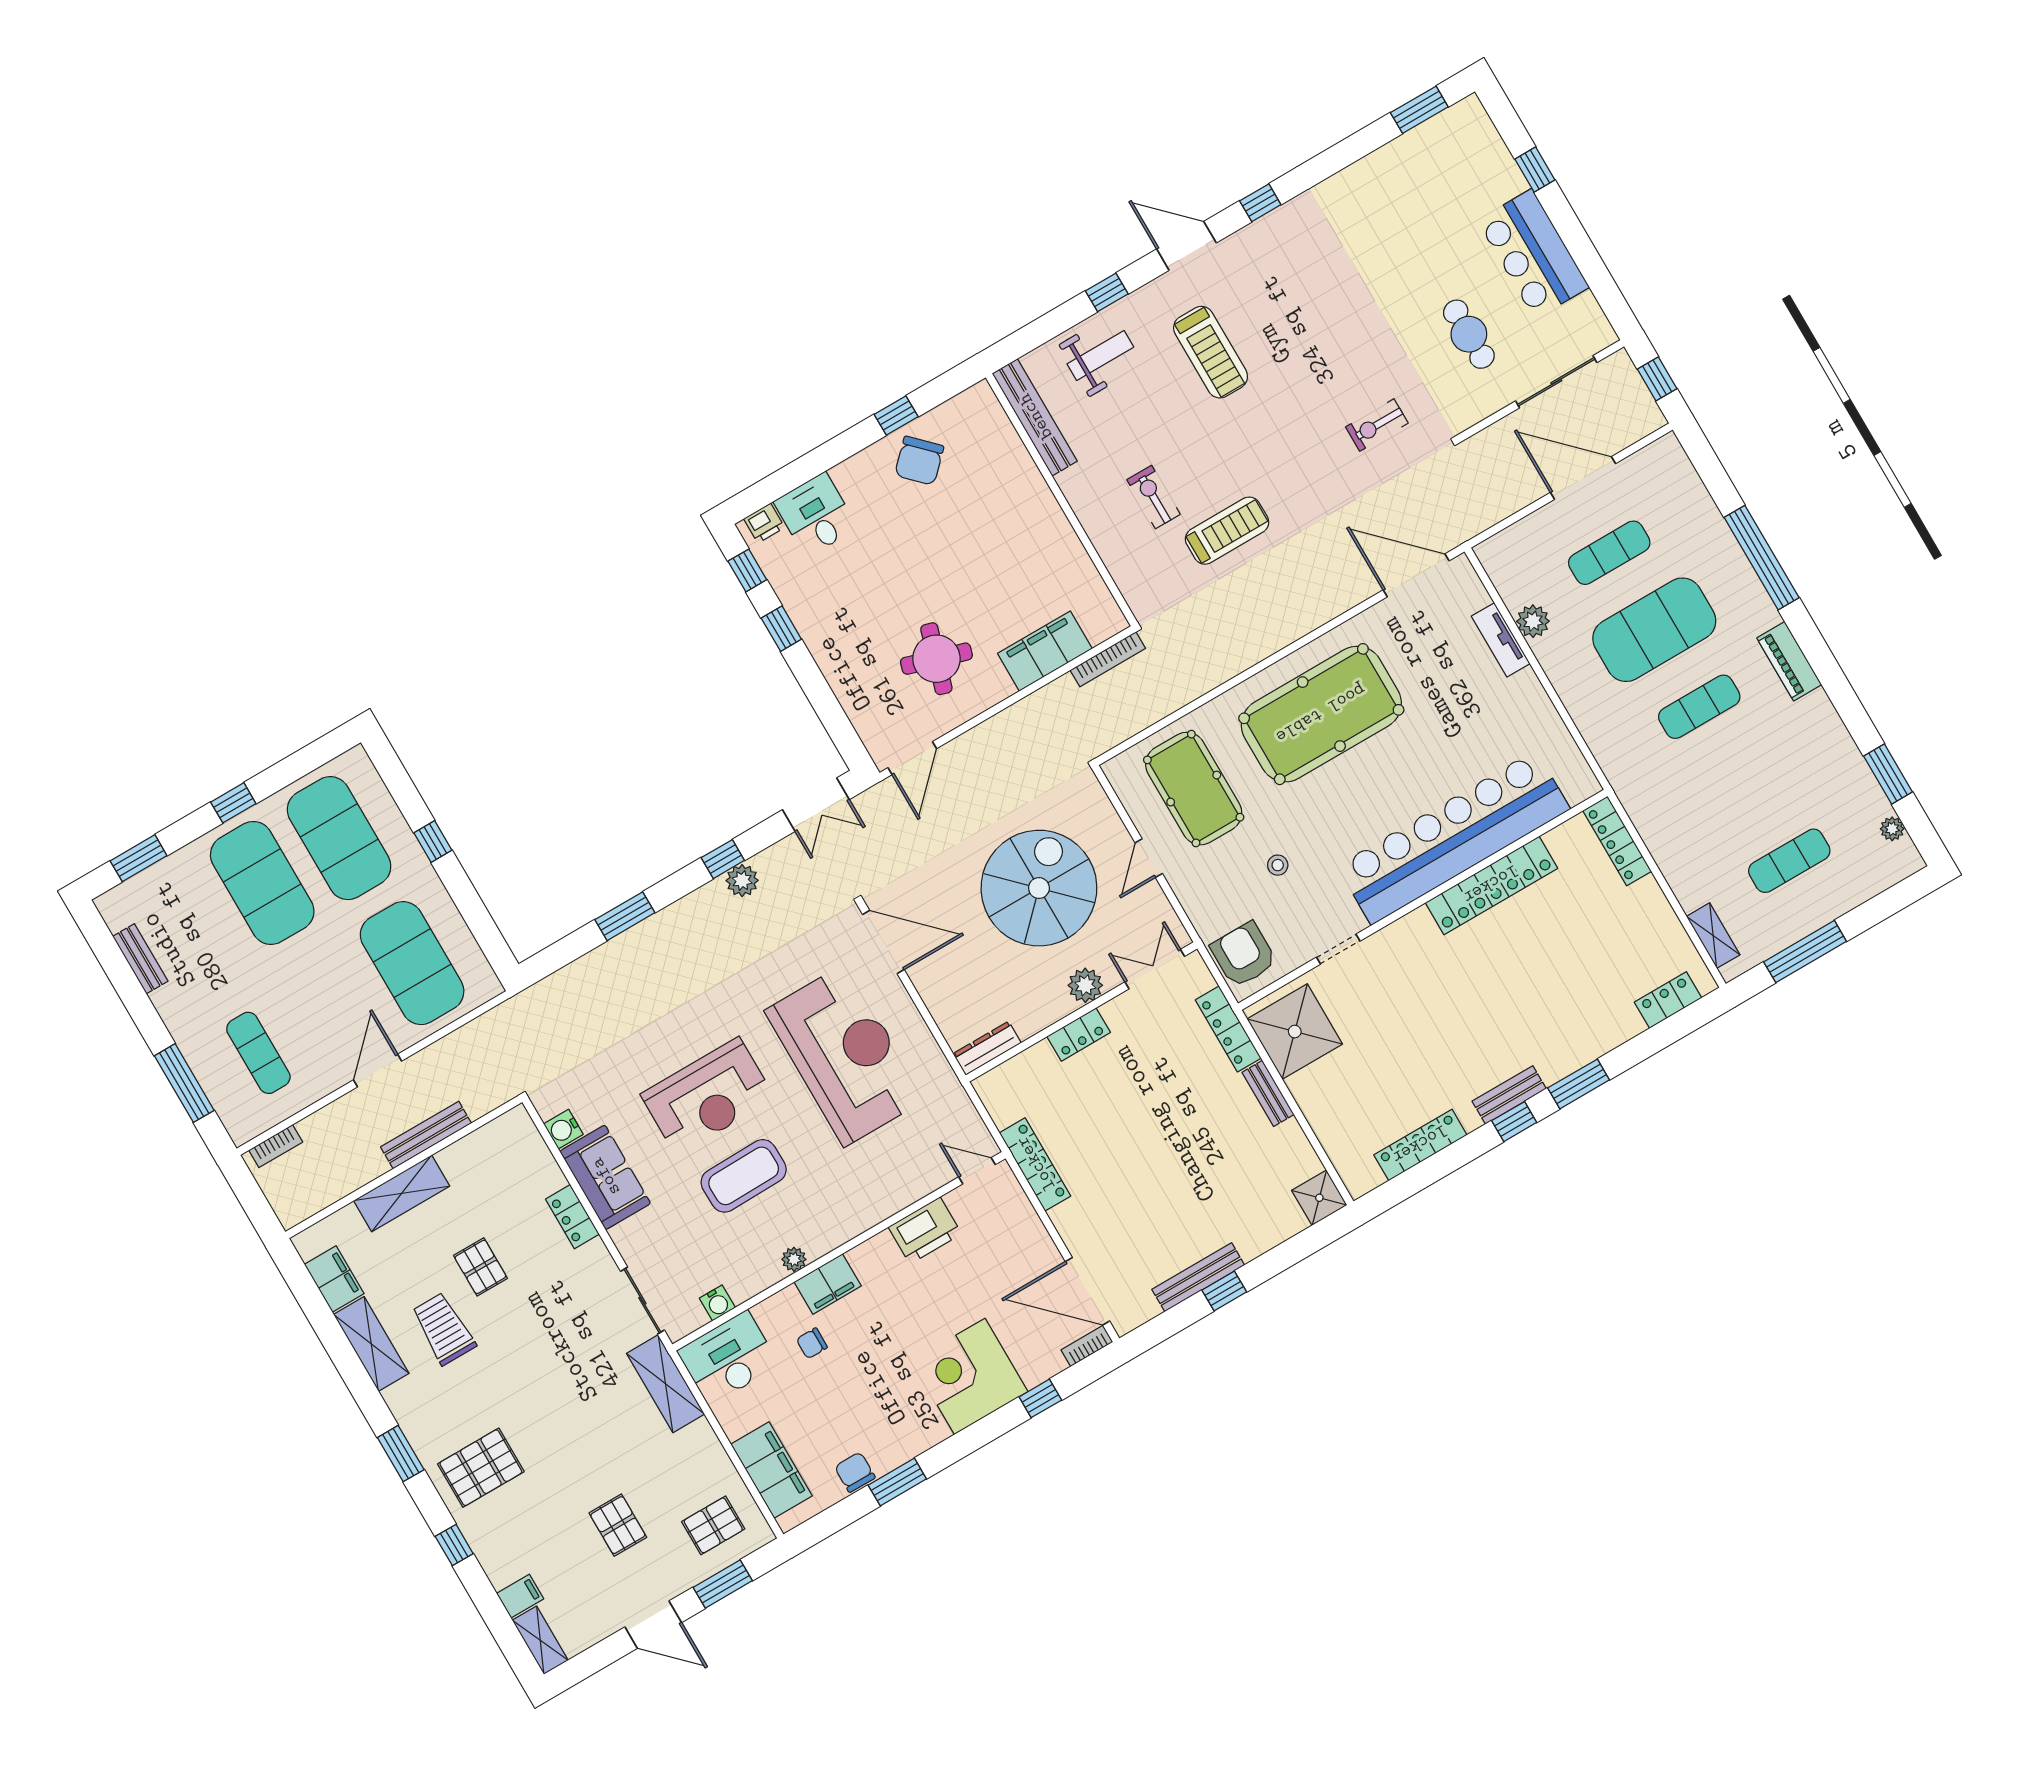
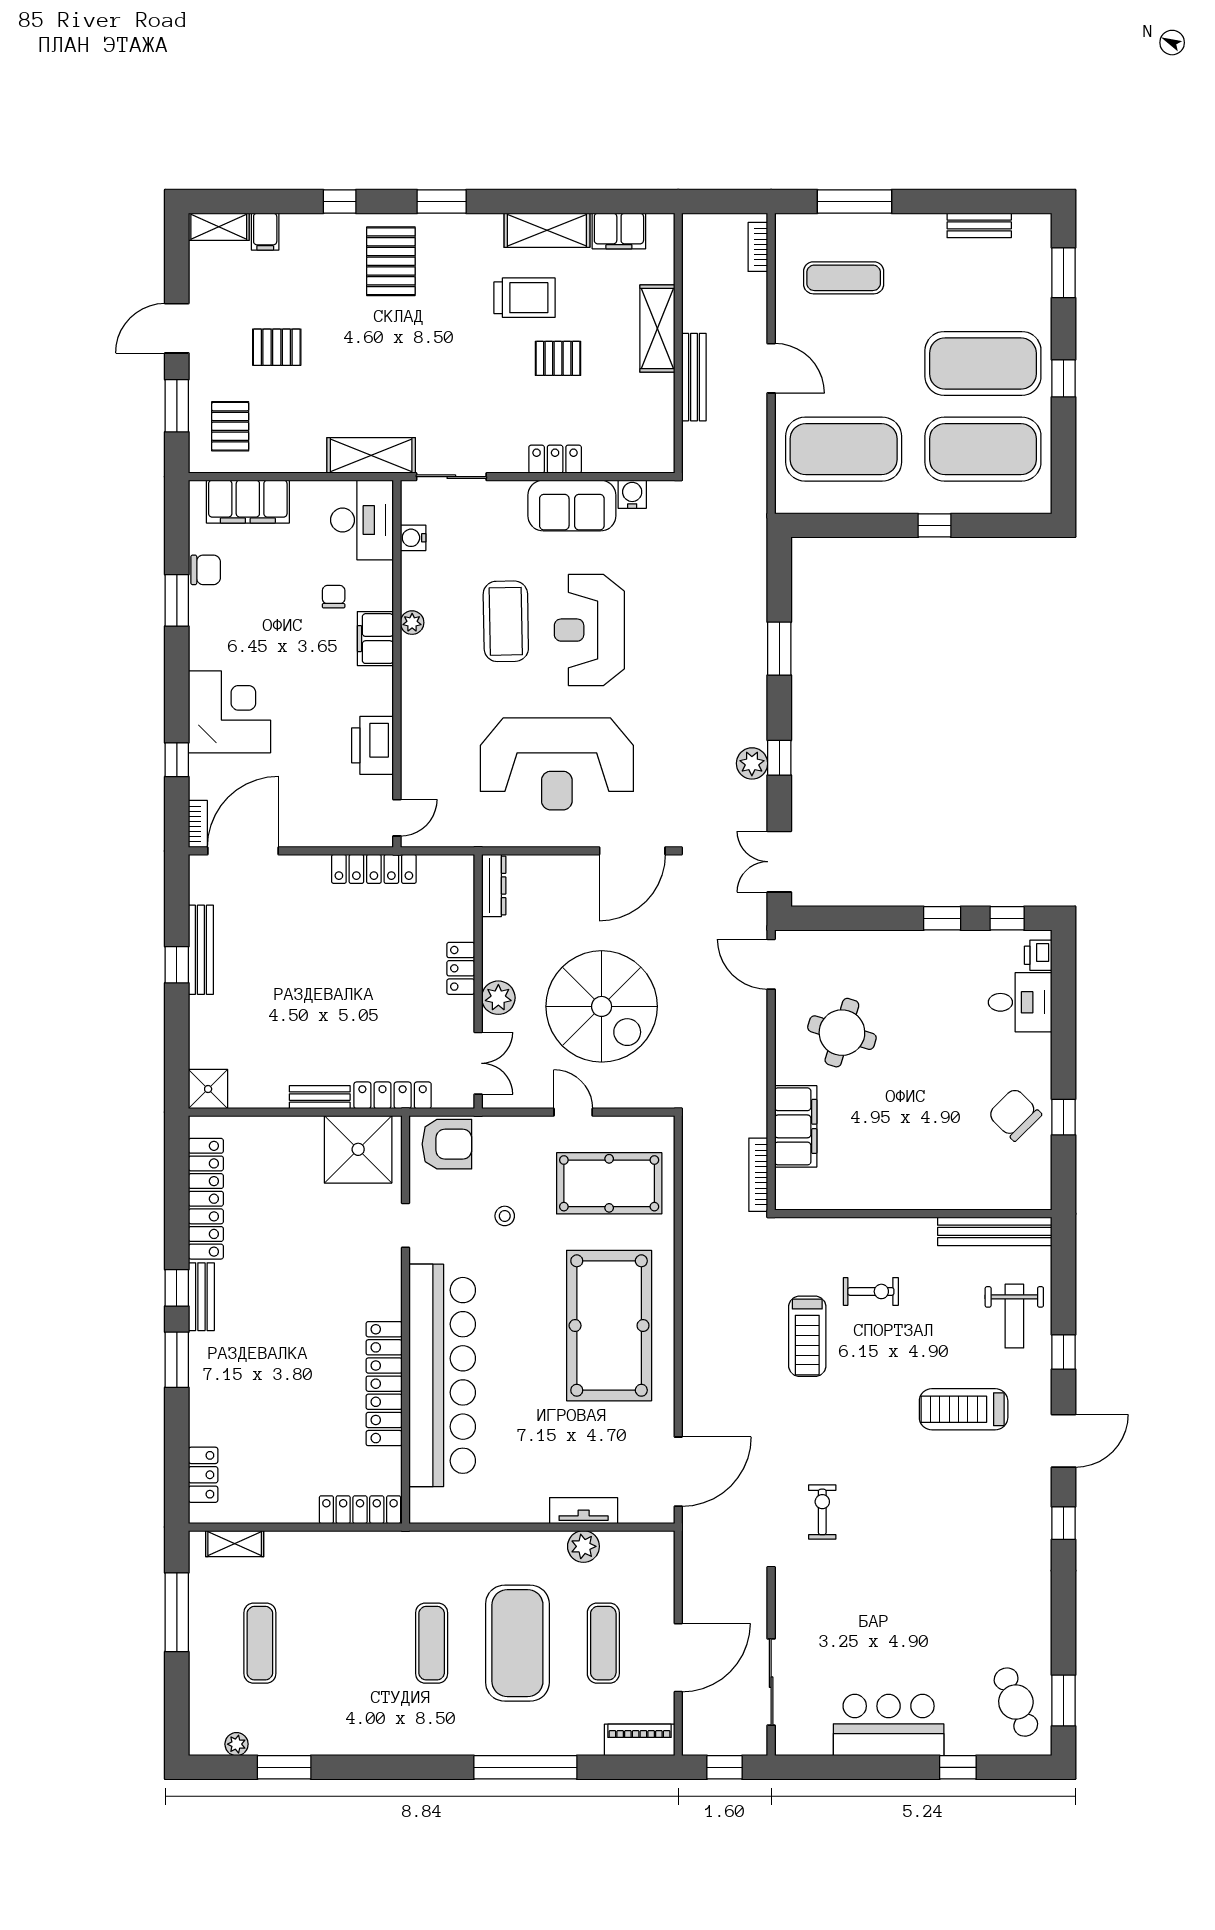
cafe table: (1469, 334) -> (1016, 1702), moved, turned 67
piano: (1789, 661) -> (640, 1740), moved
locker: (1420, 1145) -> (206, 1199), width x1.41, depth x1.21

